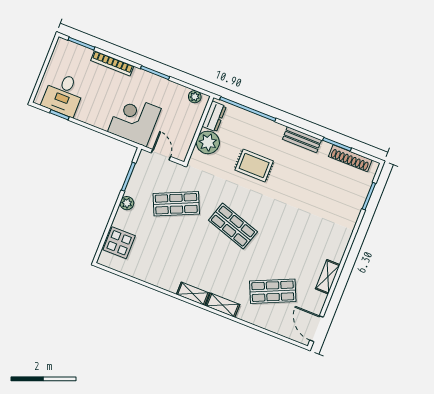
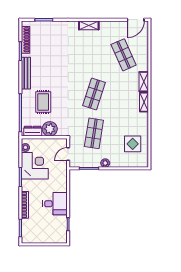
desk: (63, 94) -> (55, 204), moved
corner desk: (134, 120) -> (35, 166), moved, turned 180
bench: (302, 140) -> (26, 73), width x1.36
rug: (254, 166) -> (43, 102), moved
shop shelf: (176, 204) -> (94, 133), turned 33
display table: (119, 243) -> (133, 144), moved
shelving: (328, 277) -> (89, 25), moved

